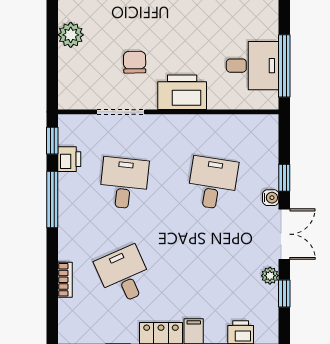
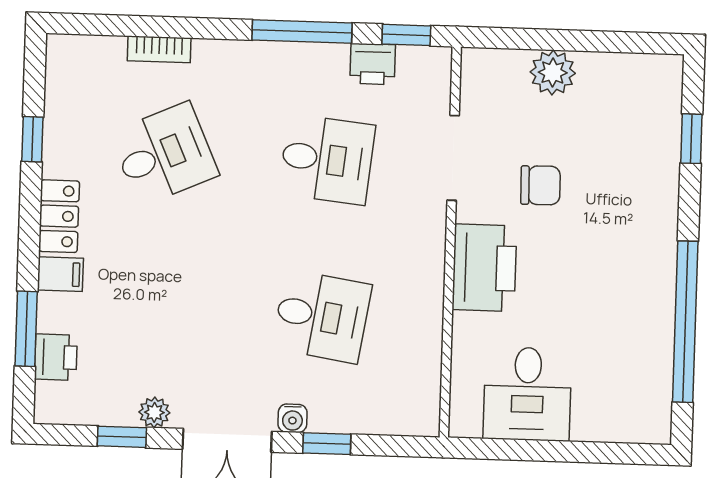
plant: (71, 35) -> (553, 73), moved
window: (284, 66) -> (525, 450), removed

